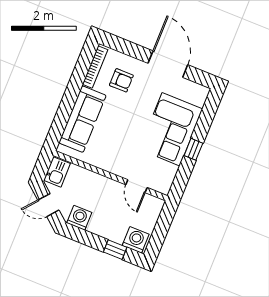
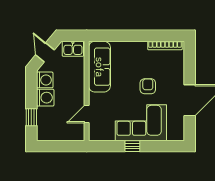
armchair: (121, 80) -> (148, 86), moved, turned 180
sofa: (82, 119) -> (99, 67), moved, turned -90
washing machine: (136, 240) -> (45, 98), moved

